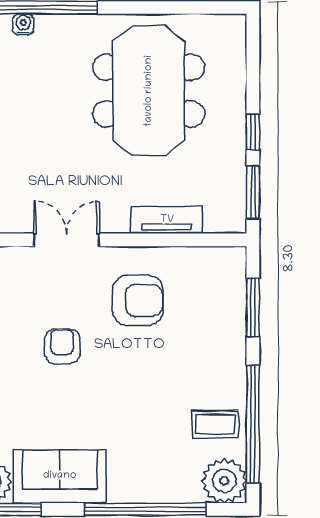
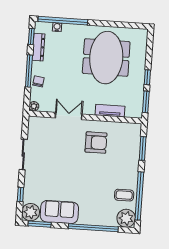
armchair: (62, 346) -> (64, 159), removed

